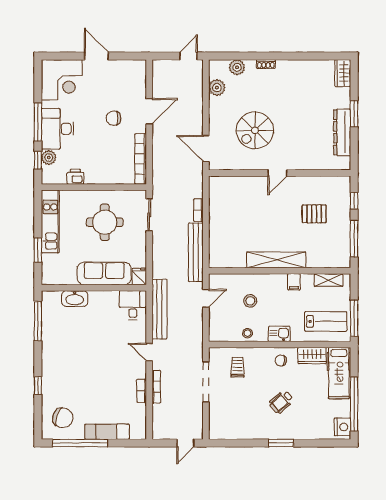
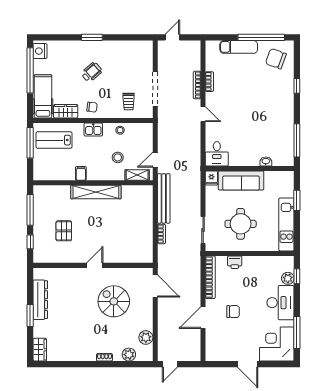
window: (38, 122) -> (297, 332), moved
spiral stairs: (255, 130) -> (114, 301), turned -90
printer: (75, 177) -> (235, 262), moved
pallet: (314, 214) -> (64, 231), turned 90
shelving: (329, 280) -> (137, 175), moved
washbasin: (75, 299) -> (266, 161), width x0.52, depth x0.69
bench: (159, 309) -> (194, 150), removed

